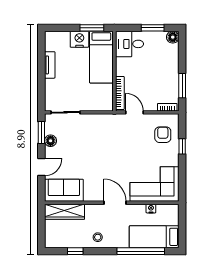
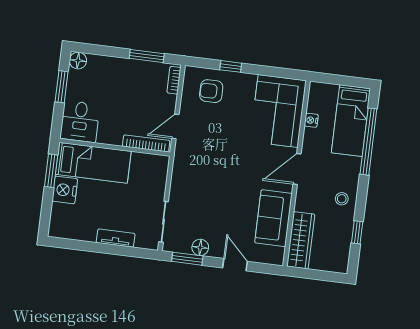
tv unit: (50, 65) -> (116, 238), moved
sofa: (64, 190) -> (273, 218), moved

